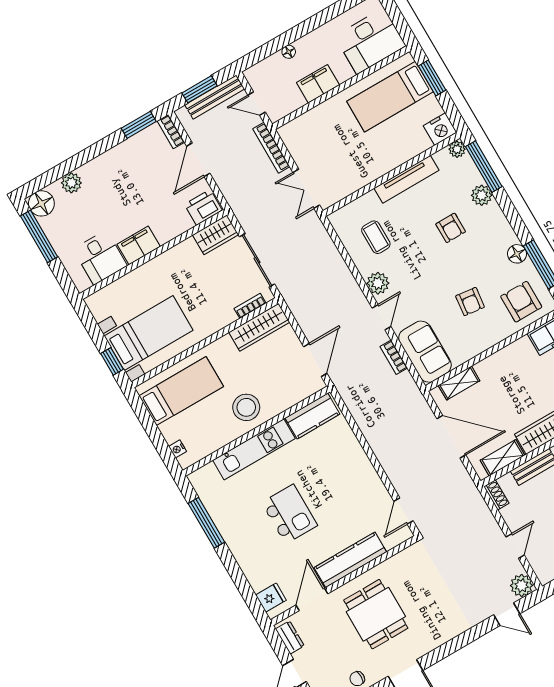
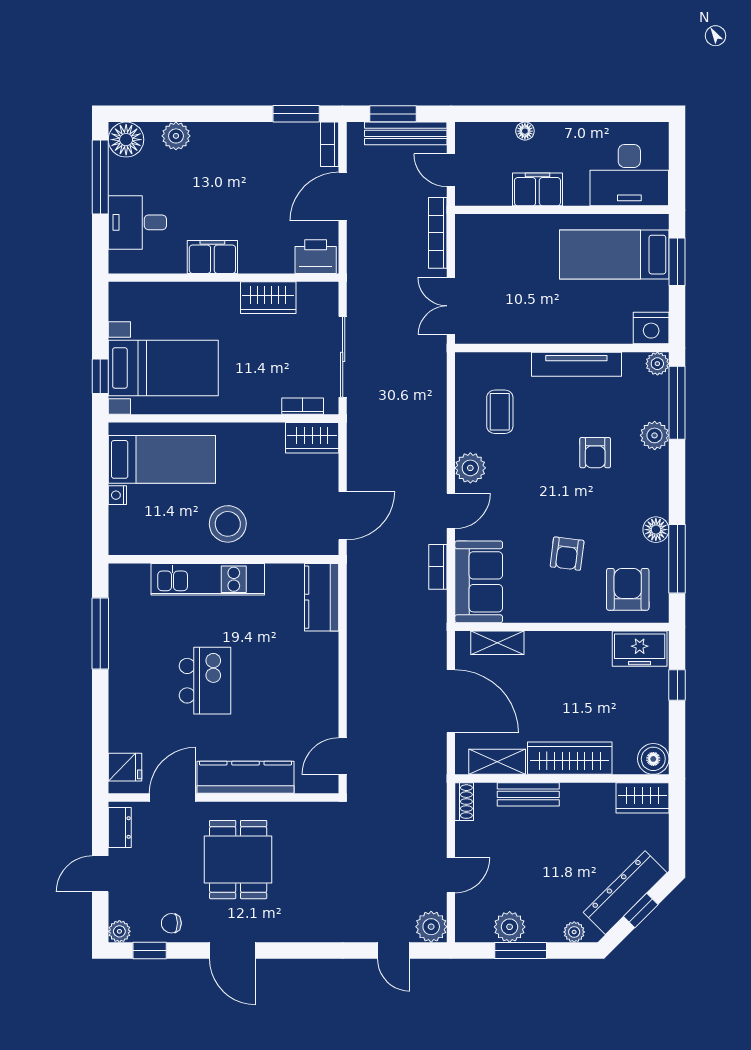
wardrobe: (215, 235) -> (268, 298), moved
desk: (100, 257) -> (137, 222), moved, turned 90
wardrobe: (259, 327) -> (312, 438), width x0.67
kitchen counter: (312, 416) -> (322, 597), moved, turned 90
nightstand: (178, 449) -> (117, 495), moved

